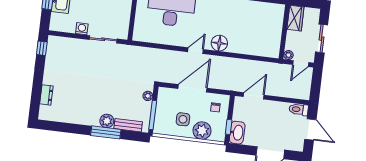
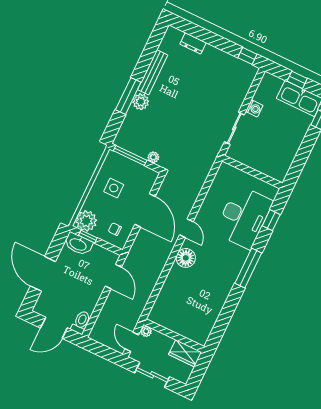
bench: (128, 125) -> (153, 72), moved, width x1.36
plant: (202, 131) -> (86, 221), moved

